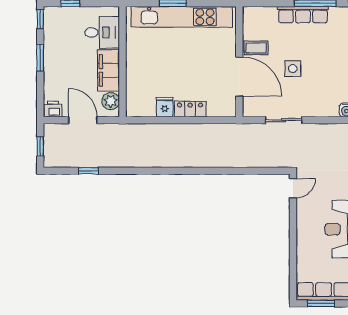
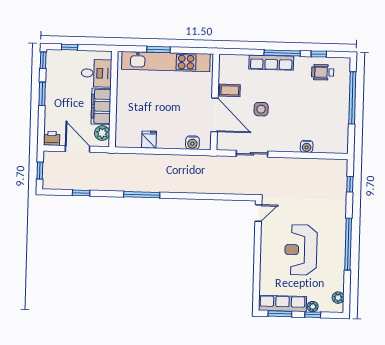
locker: (190, 109) -> (171, 142), removed
water cooler: (215, 109) -> (192, 143), added
window: (158, 171) -> (142, 195), added

